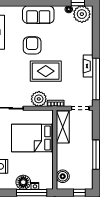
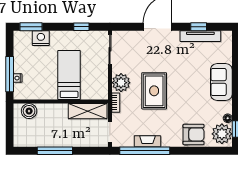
armchair: (32, 45) -> (194, 134), moved
fireplace: (88, 66) -> (147, 141), moved
bed: (32, 138) -> (69, 75), width x0.67
floor lamp: (23, 182) -> (22, 64), removed
window: (79, 193) -> (10, 131), removed

